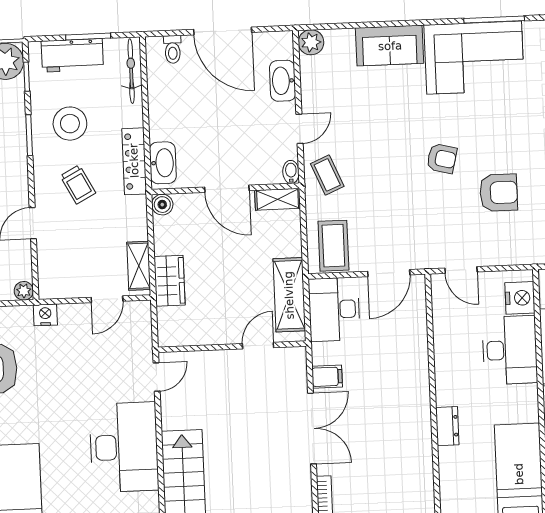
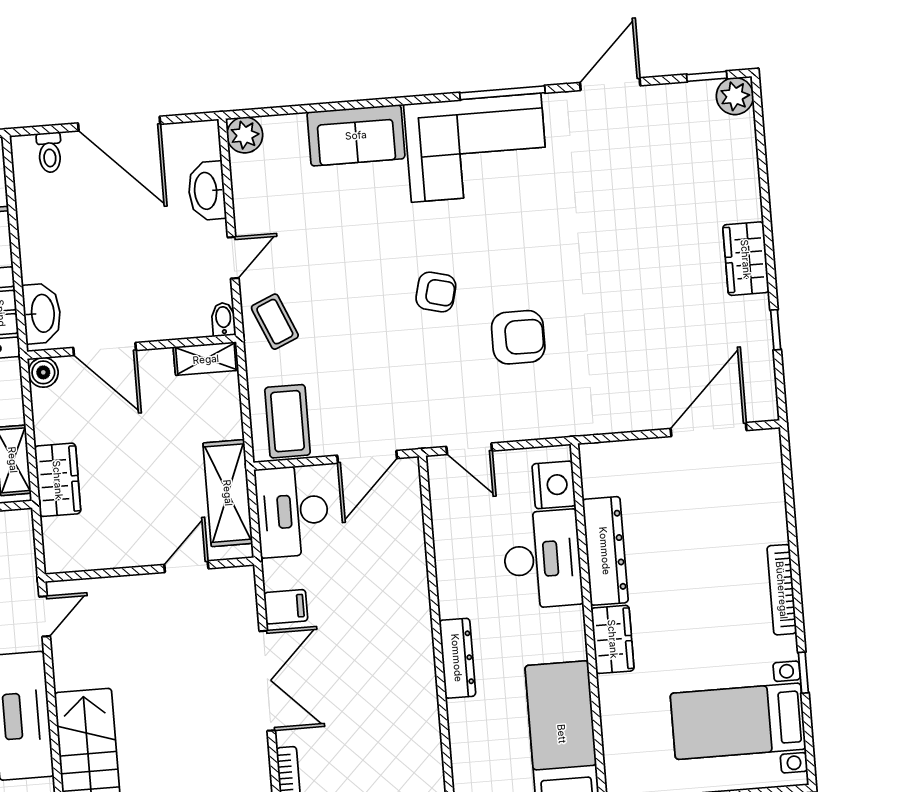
door: (227, 189) -> (105, 349), moved
dresser: (447, 426) -> (457, 658), width x1.44

